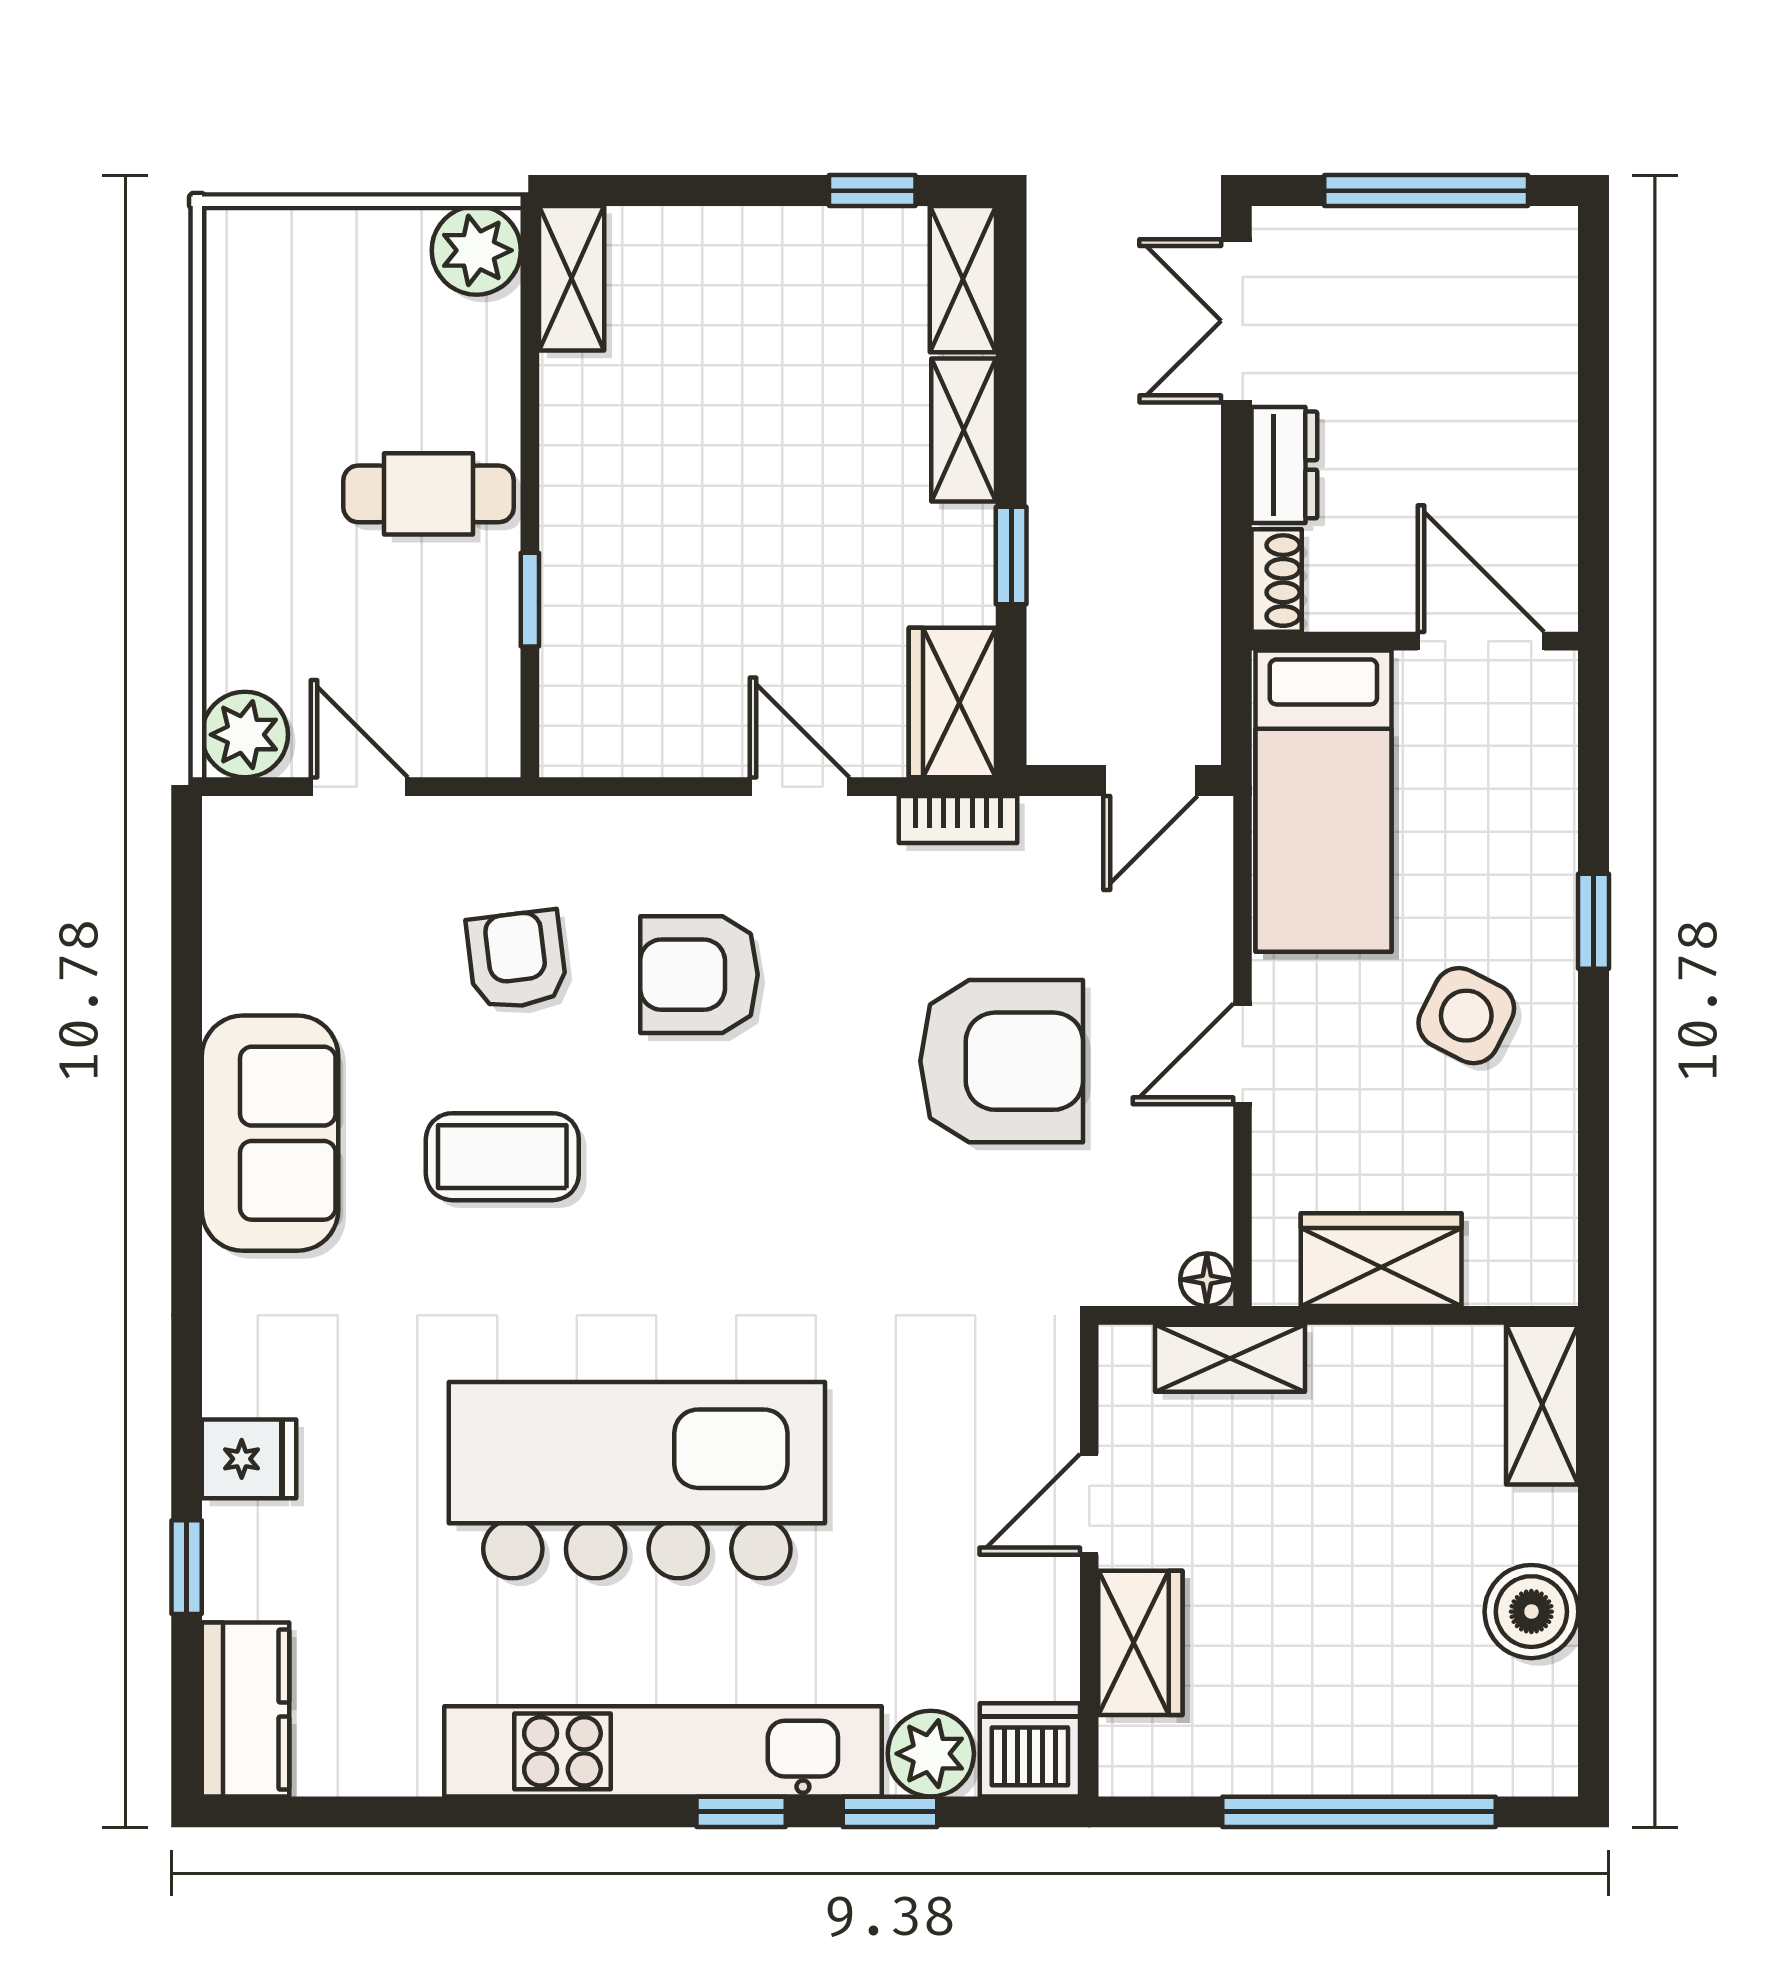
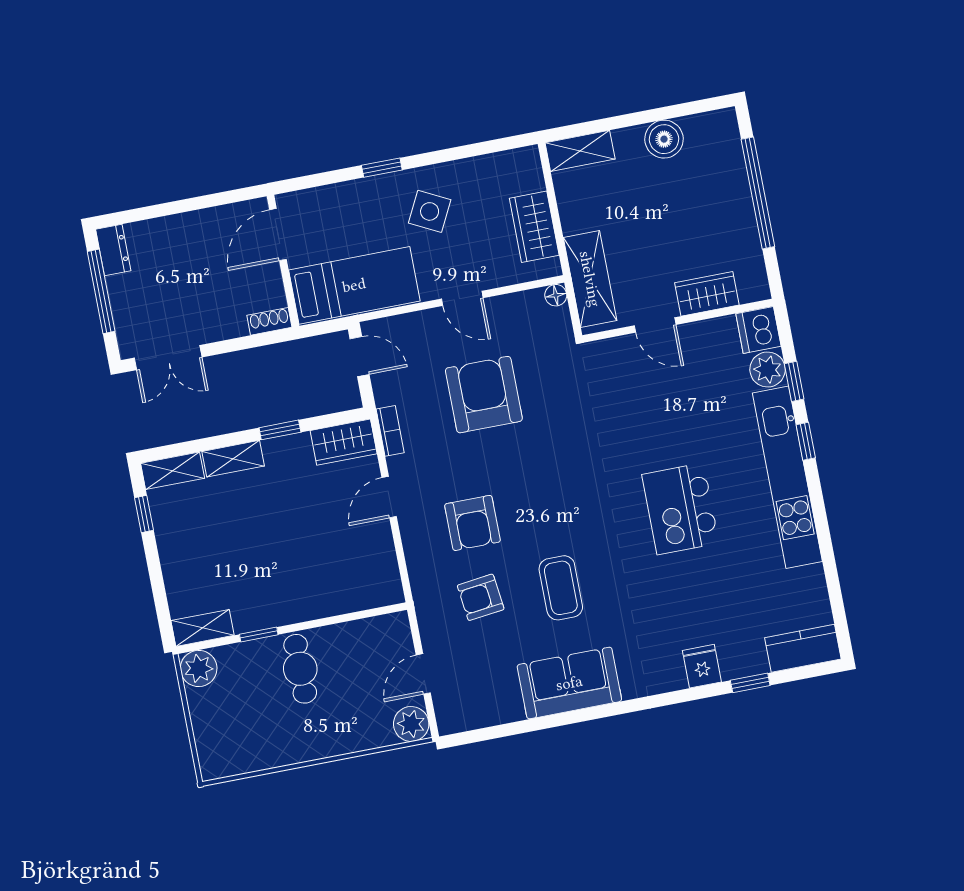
dresser: (1284, 465) -> (113, 250), moved, turned 90
window: (530, 600) -> (259, 635), moved
shelving: (1230, 1358) -> (590, 279), width x1.50, depth x1.33
kitchen island: (637, 1480) -> (680, 509), width x0.54, depth x0.78

